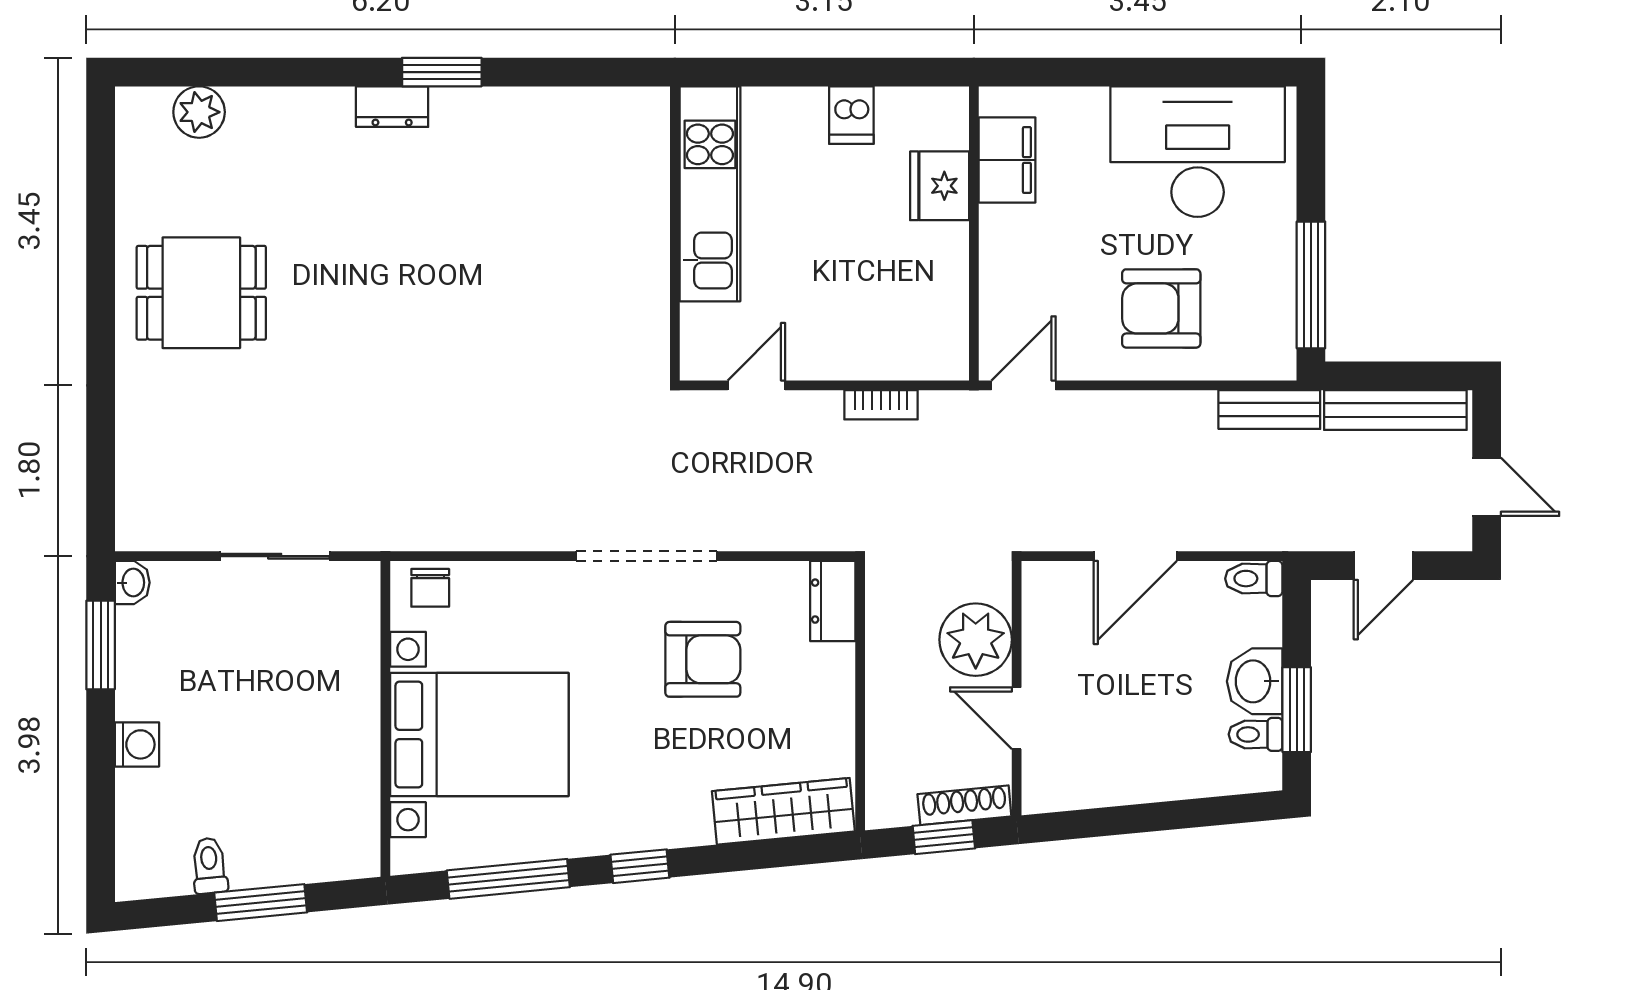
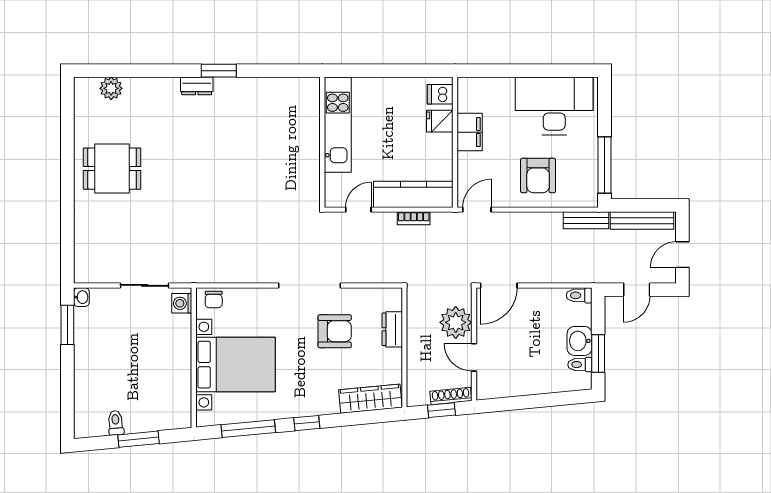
dishwasher: (851, 115) -> (440, 94), moved, turned 90
filing cabinet: (1007, 160) -> (470, 132), moved
fridge: (940, 186) -> (440, 121), width x0.72
armchair: (1161, 308) -> (538, 175), turned -90
kitchen counter: (880, 351) -> (413, 194), added
door: (1487, 487) -> (682, 255), swing flipped
door: (1135, 556) -> (499, 285), moved
dresser: (833, 601) -> (392, 329), moved
washing machine: (137, 744) -> (182, 303), moved, turned 180

